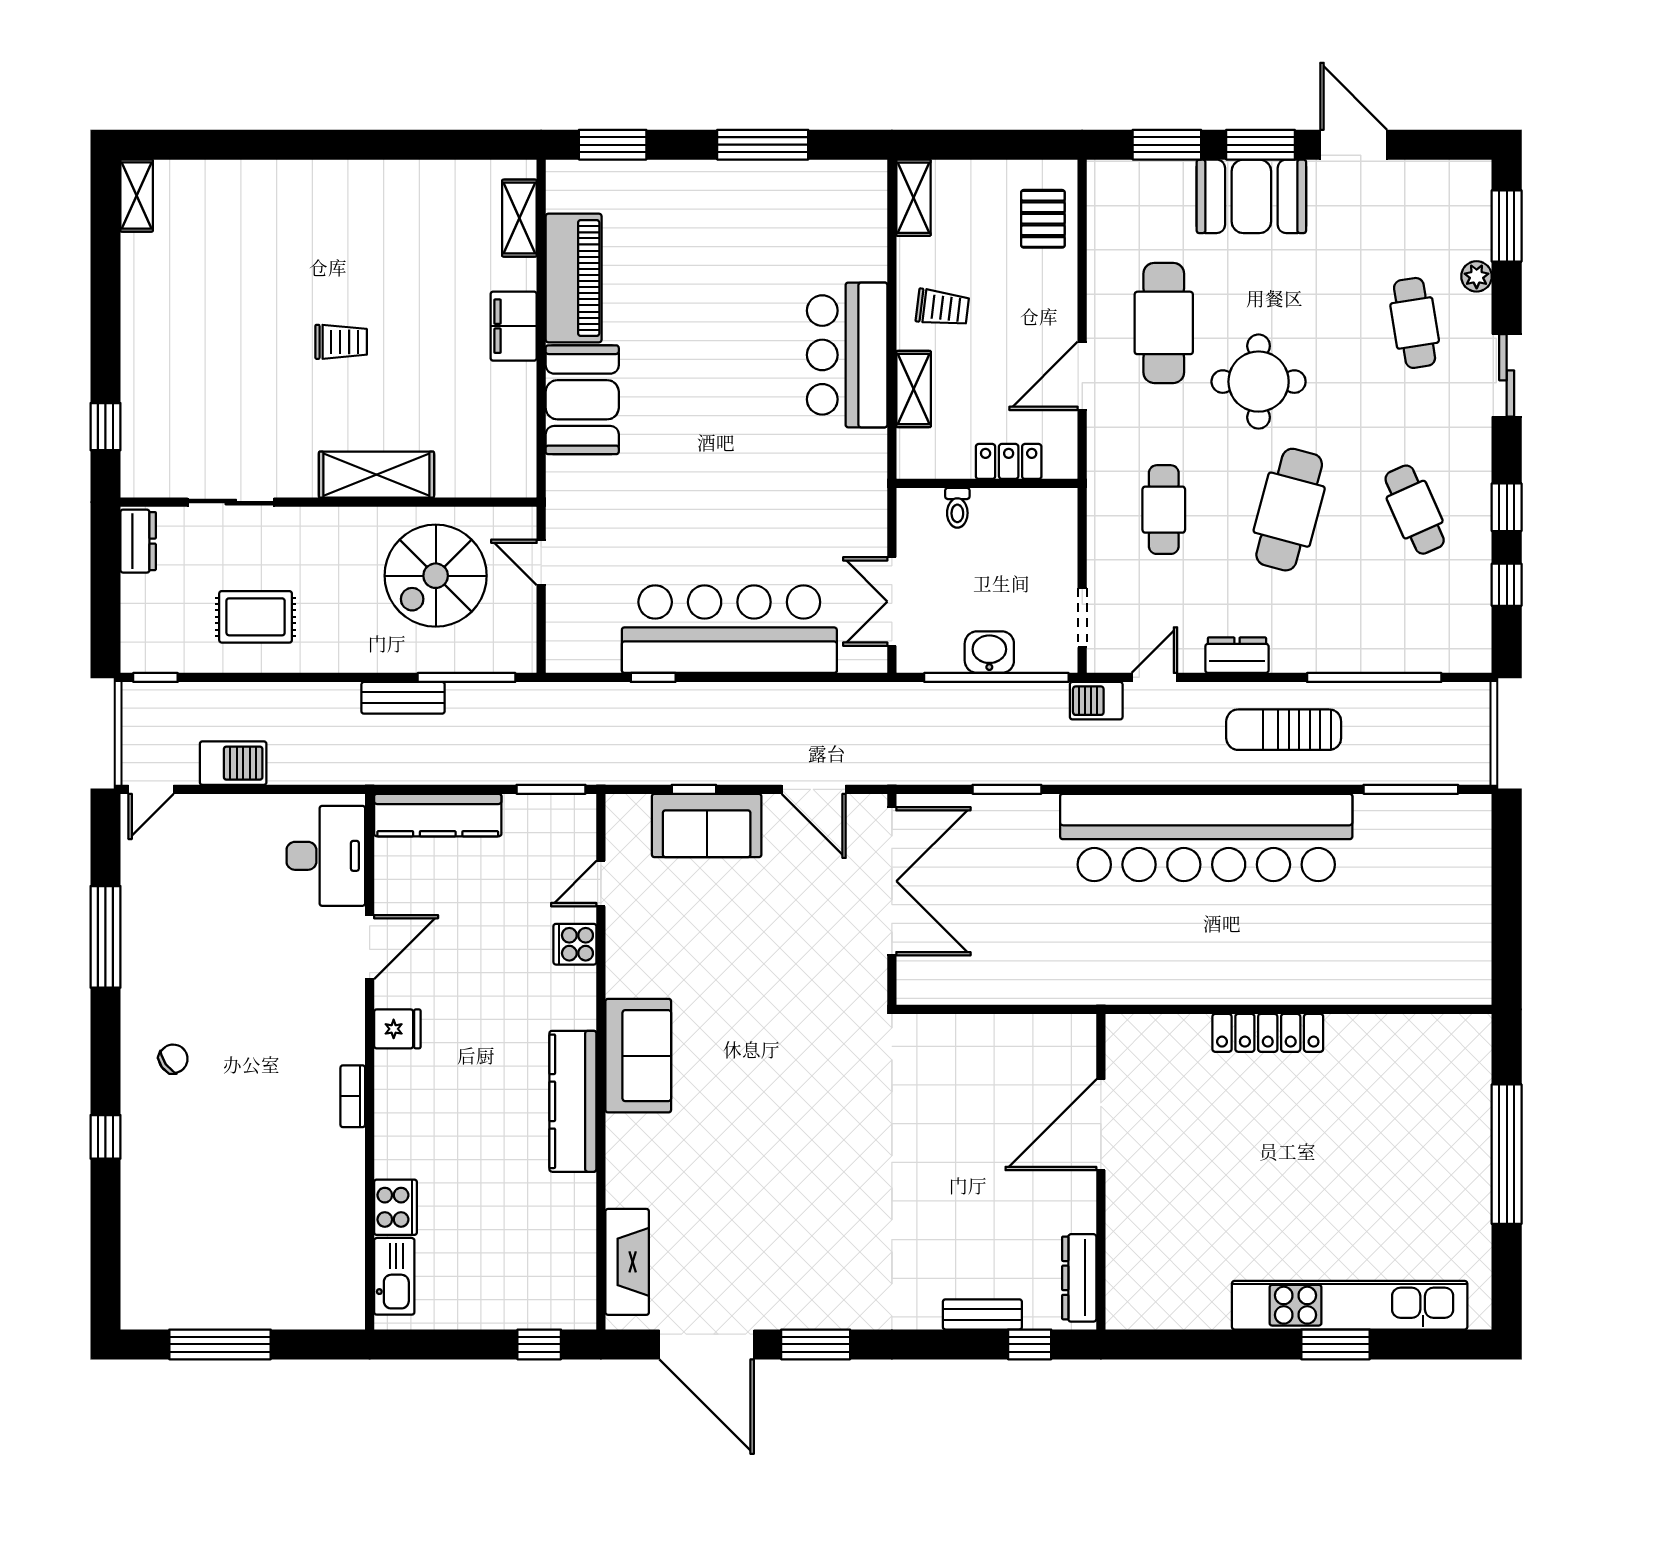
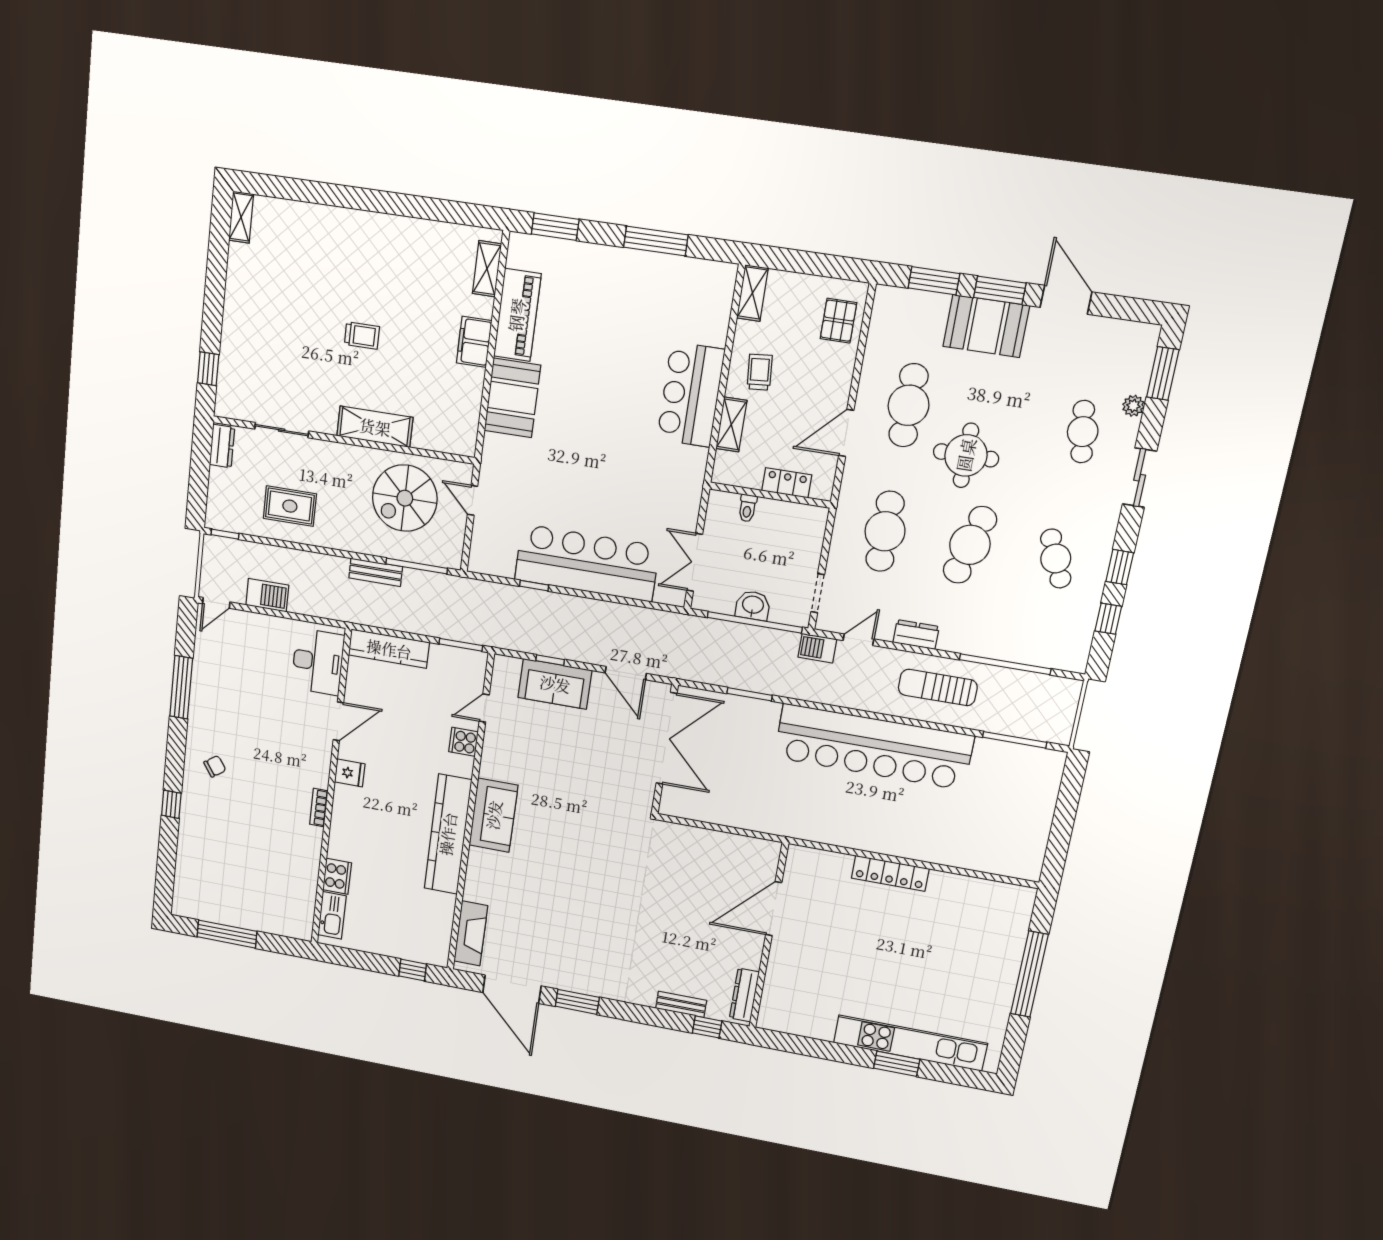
trolley: (942, 308) -> (760, 372), turned -102
cafe table: (1164, 510) -> (885, 531), width x1.37, depth x1.35
kitchen counter: (573, 1101) -> (448, 834), width x1.39, depth x1.17

